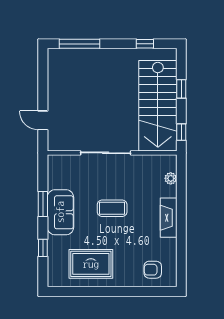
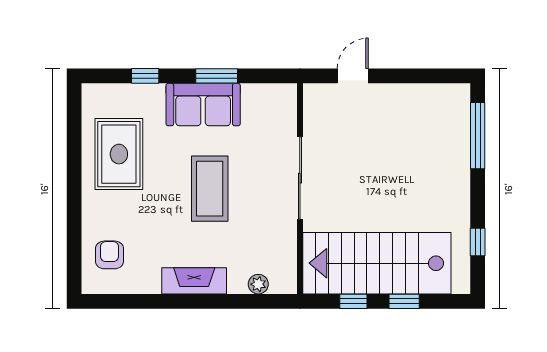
window: (181, 132) -> (353, 301), moved
coffee table: (112, 208) -> (210, 189), width x1.36, depth x1.32

